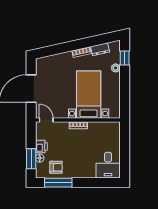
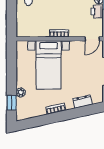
dresser: (100, 49) -> (82, 102), moved
door: (46, 120) -> (92, 39), hinge flipped

